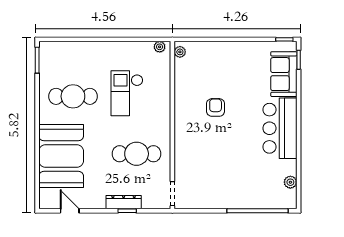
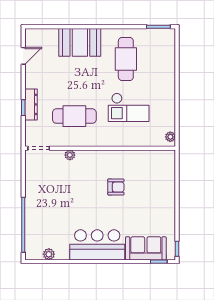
plant: (180, 52) -> (70, 155), moved
checkout: (127, 93) -> (129, 107), turned 180
cafe table: (137, 154) -> (74, 116), turned 90
booth: (61, 156) -> (80, 42), width x0.73, depth x0.70

